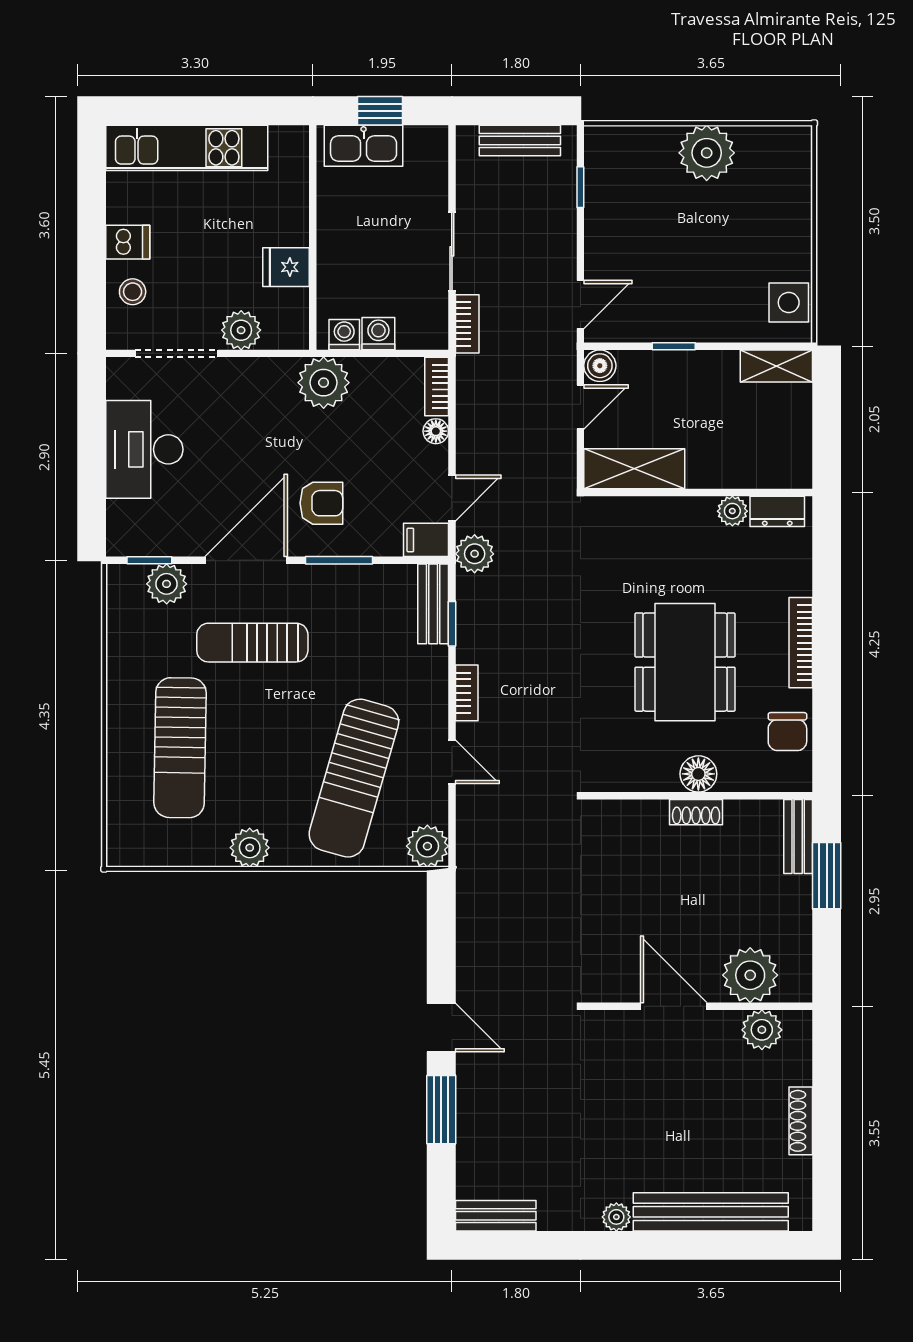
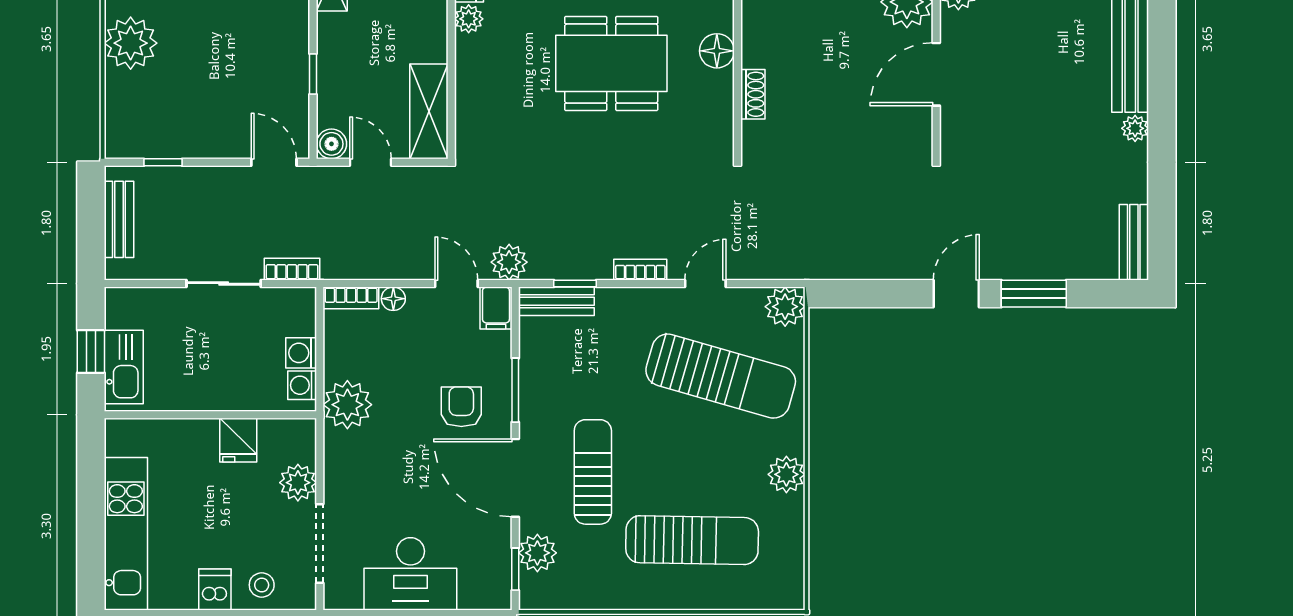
sun lounger: (252, 643) -> (593, 472), turned 180
shoe rack: (696, 812) -> (753, 94), moved

